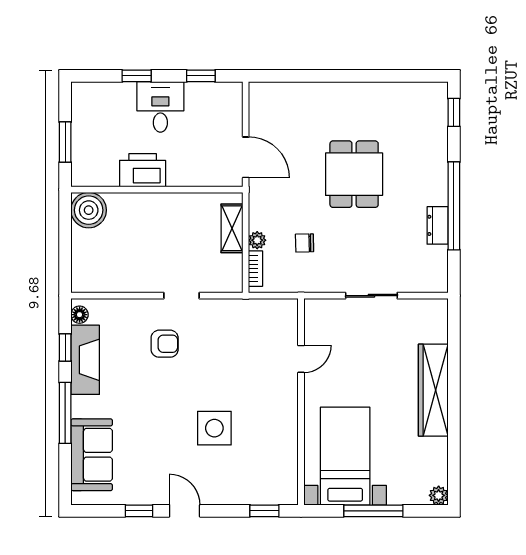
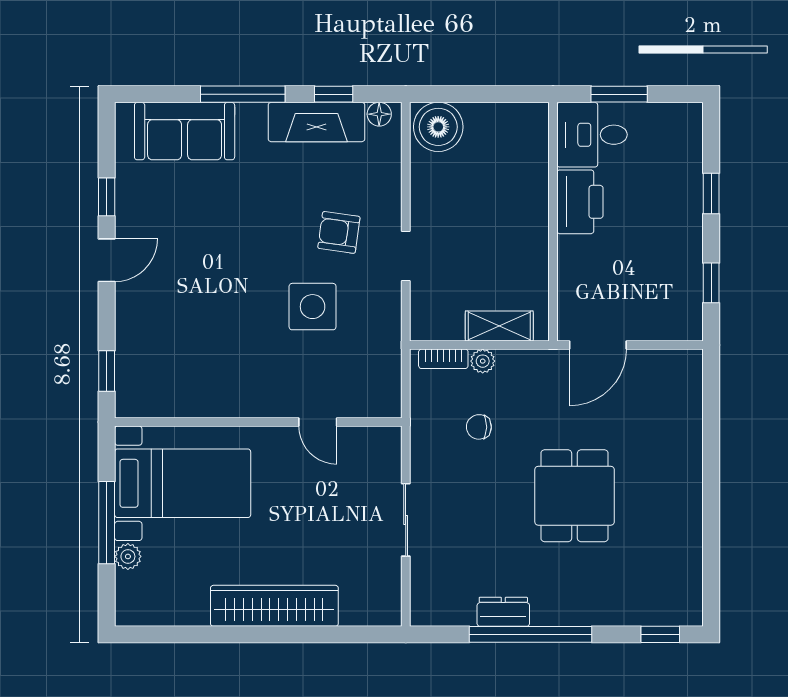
desk: (160, 107) -> (592, 135), moved, turned 180
dining table: (354, 174) -> (575, 496), turned 90
boiler: (89, 210) -> (438, 127), moved
chair: (305, 243) -> (479, 427), turned -88
armchair: (165, 344) -> (339, 232), turned 98
side table: (214, 428) -> (313, 307), moved
plant: (439, 495) -> (128, 556), moved

